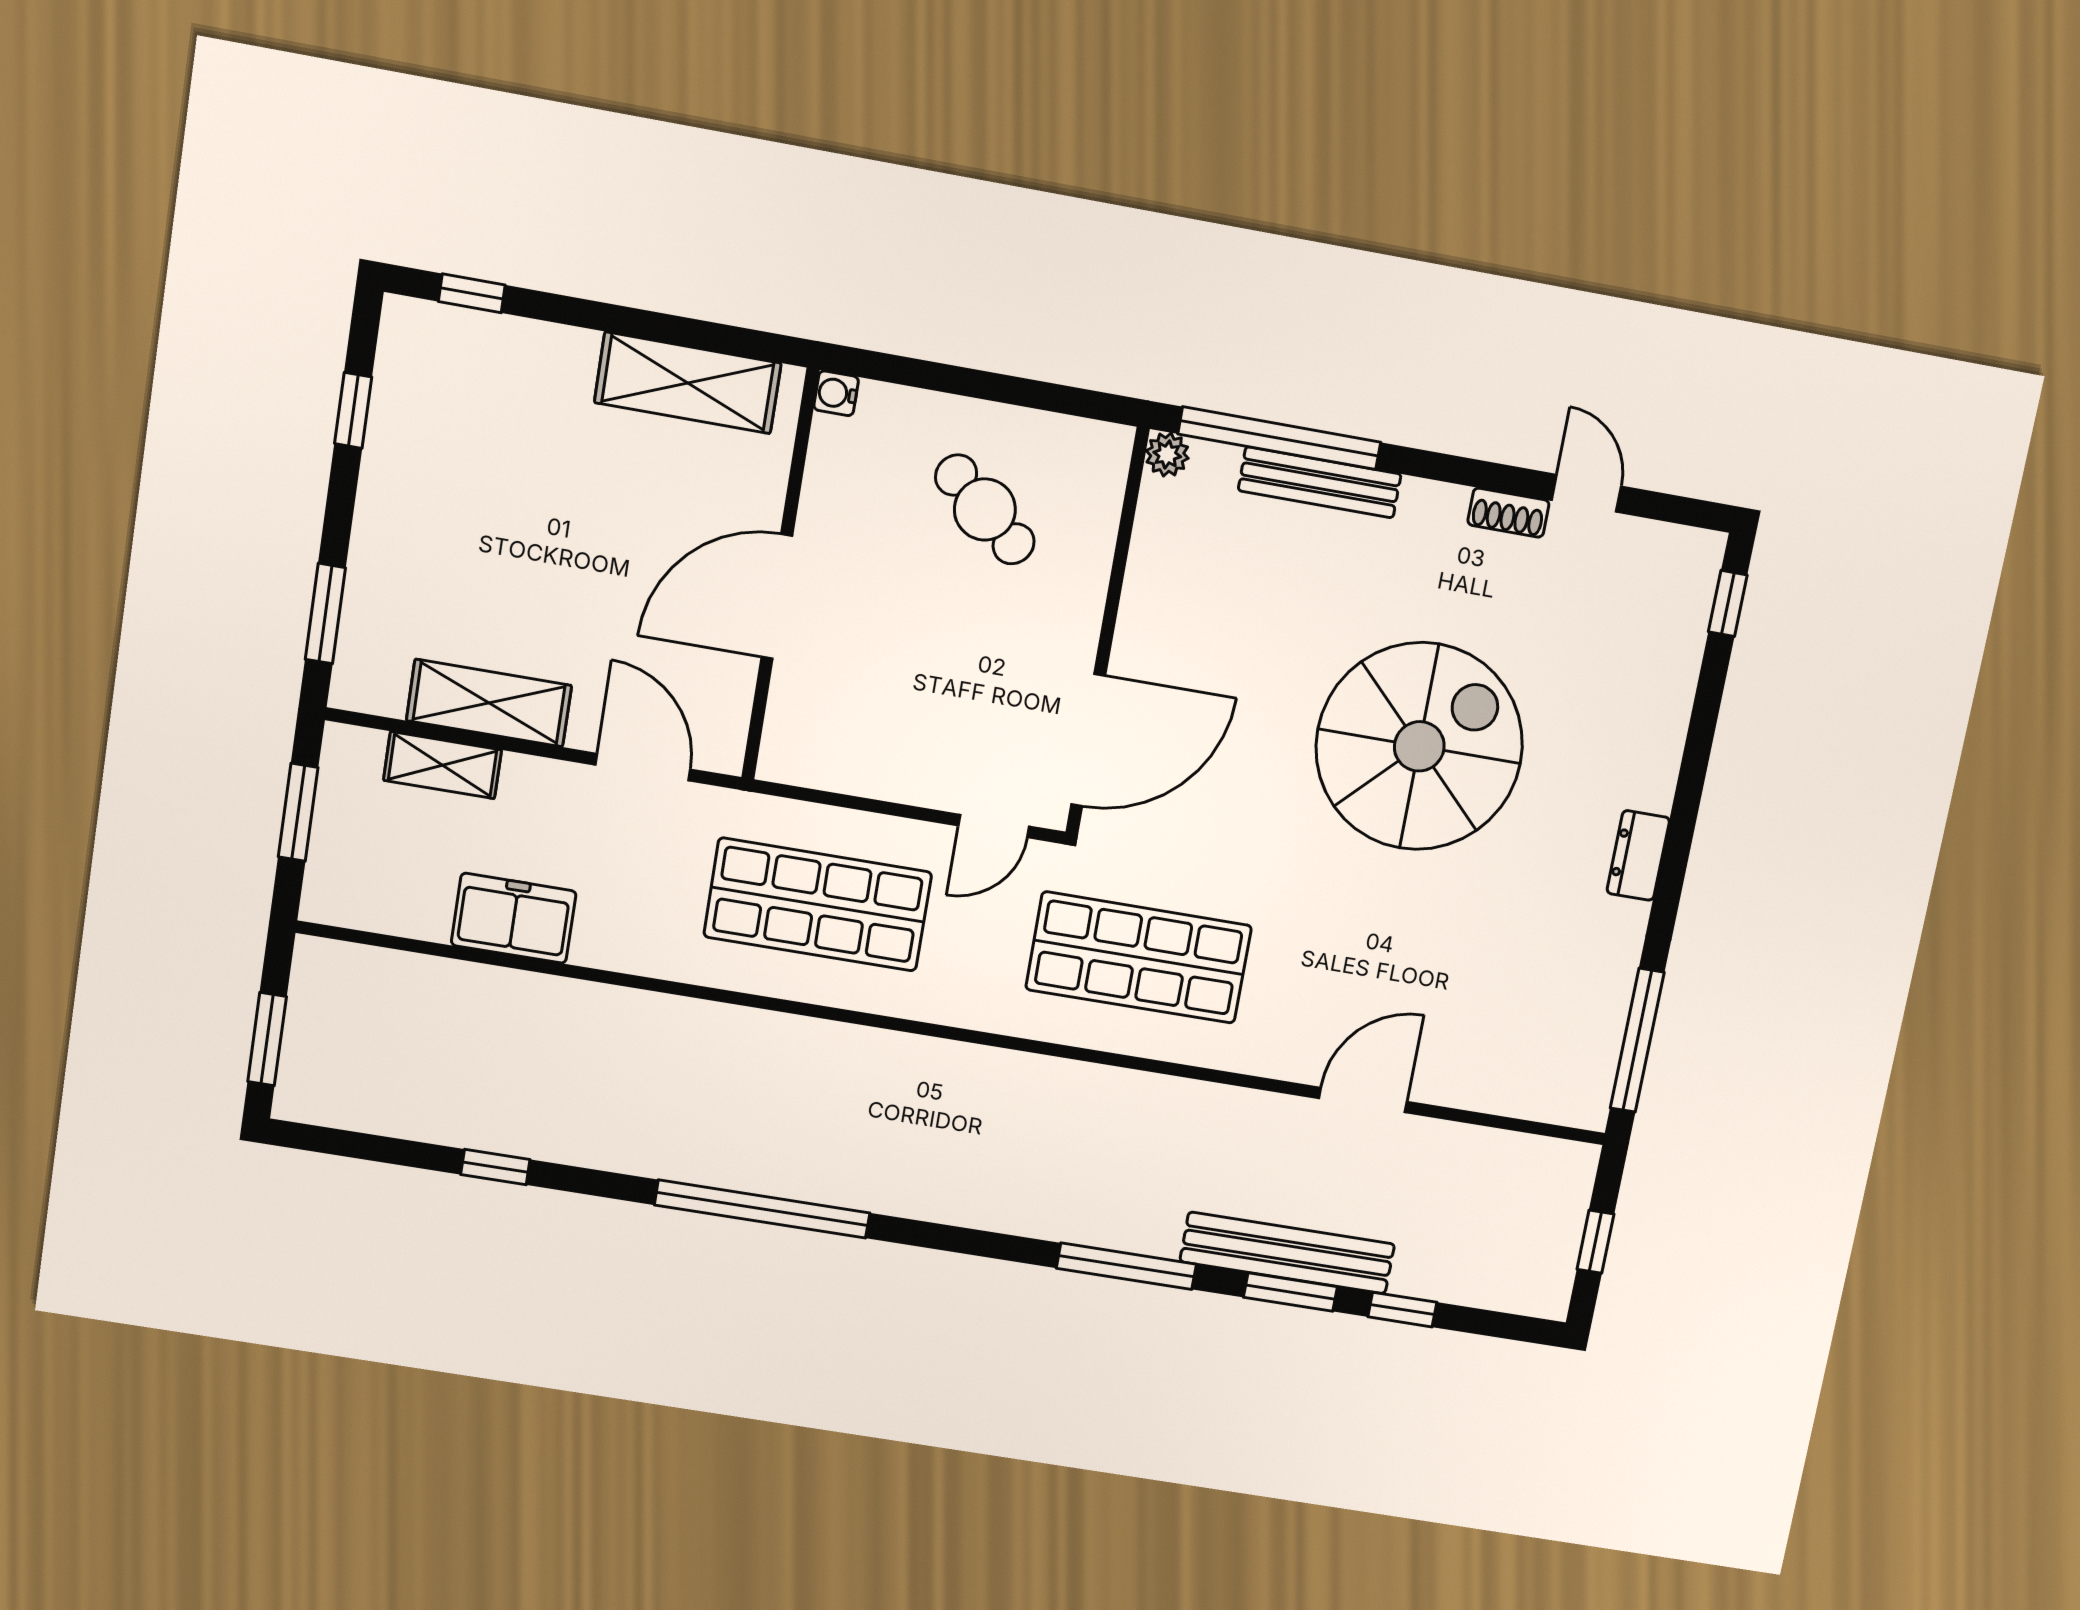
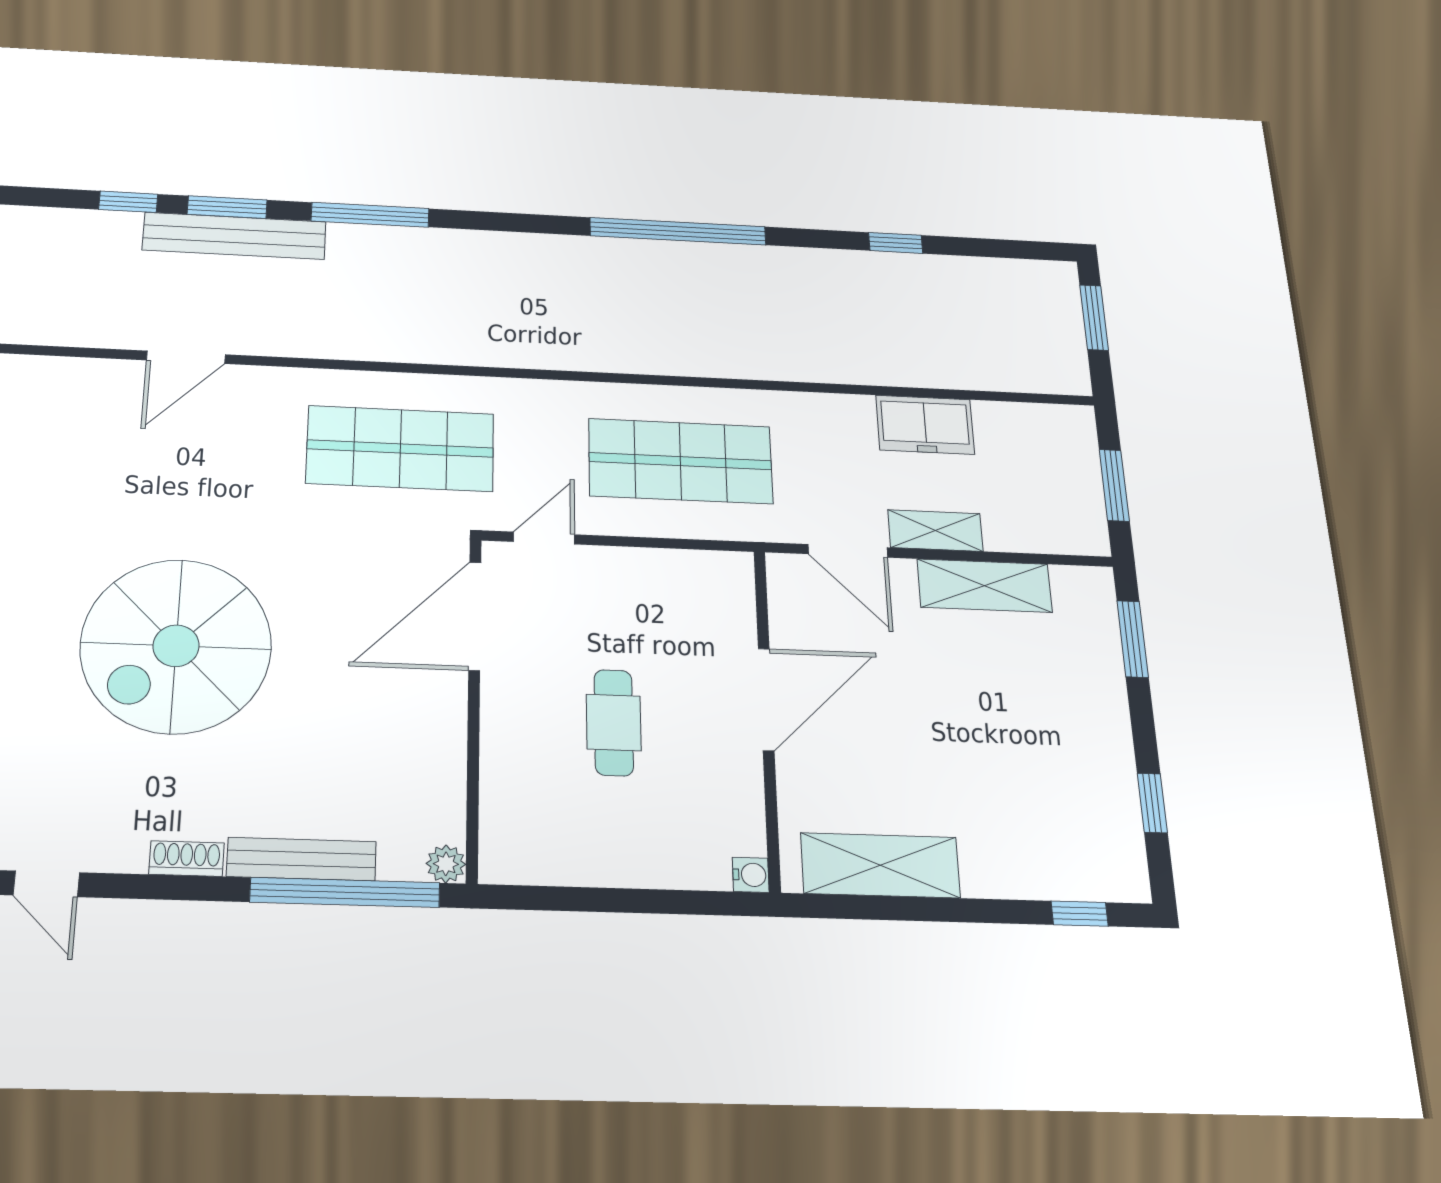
cafe table: (985, 509) -> (614, 723), moved, turned 50
shoe rack: (1508, 513) -> (186, 859), moved
shelving: (443, 765) -> (935, 530), moved

